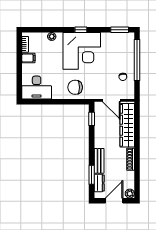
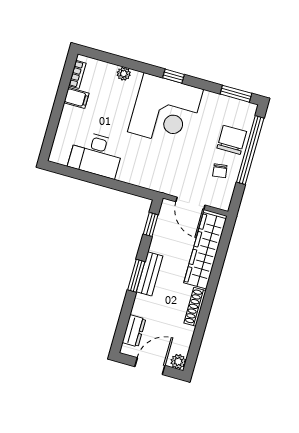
chair: (75, 87) -> (232, 140), moved, turned 90
desk: (37, 88) -> (96, 155), moved
bench: (99, 161) -> (150, 274), moved
window: (92, 175) -> (136, 276), moved

